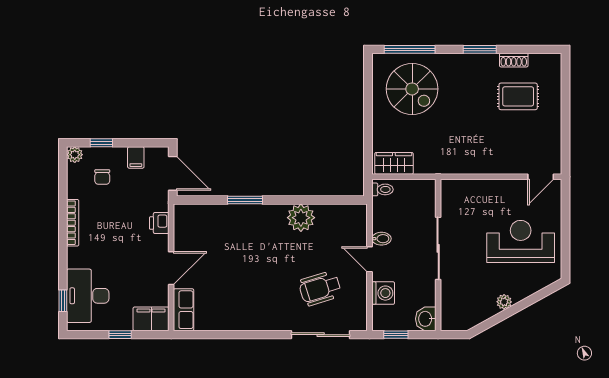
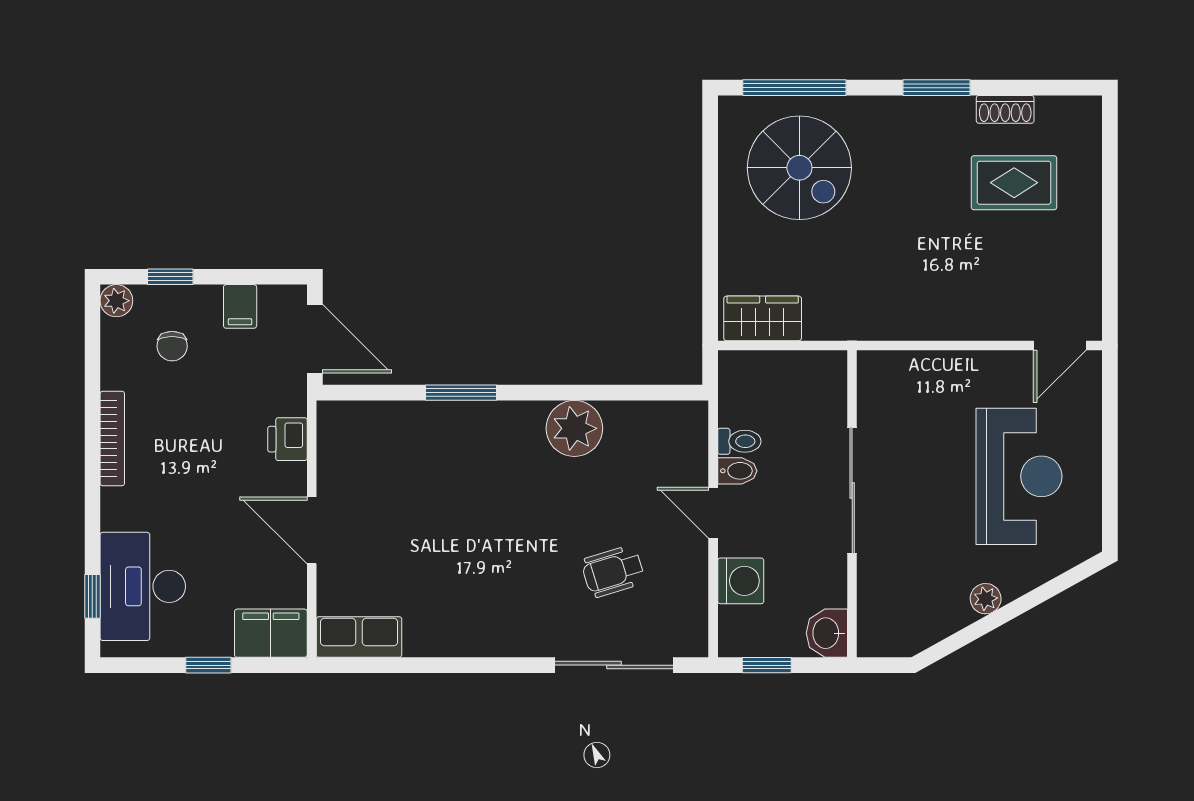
toilet: (382, 189) -> (739, 441), moved
reception desk: (521, 241) -> (1019, 476), turned 90
door: (171, 268) -> (312, 530), swing flipped
wheelchair: (320, 288) -> (613, 571), width x0.73, depth x0.73
row of seats: (184, 310) -> (359, 637), moved, turned -90

